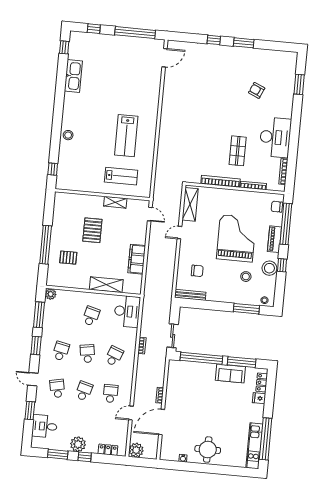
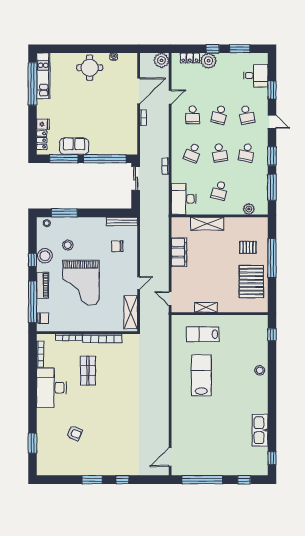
pallet: (92, 230) -> (251, 282), moved, width x1.37, depth x1.41
plant: (51, 294) -> (249, 209), moved
plant: (78, 444) -> (209, 61), moved

